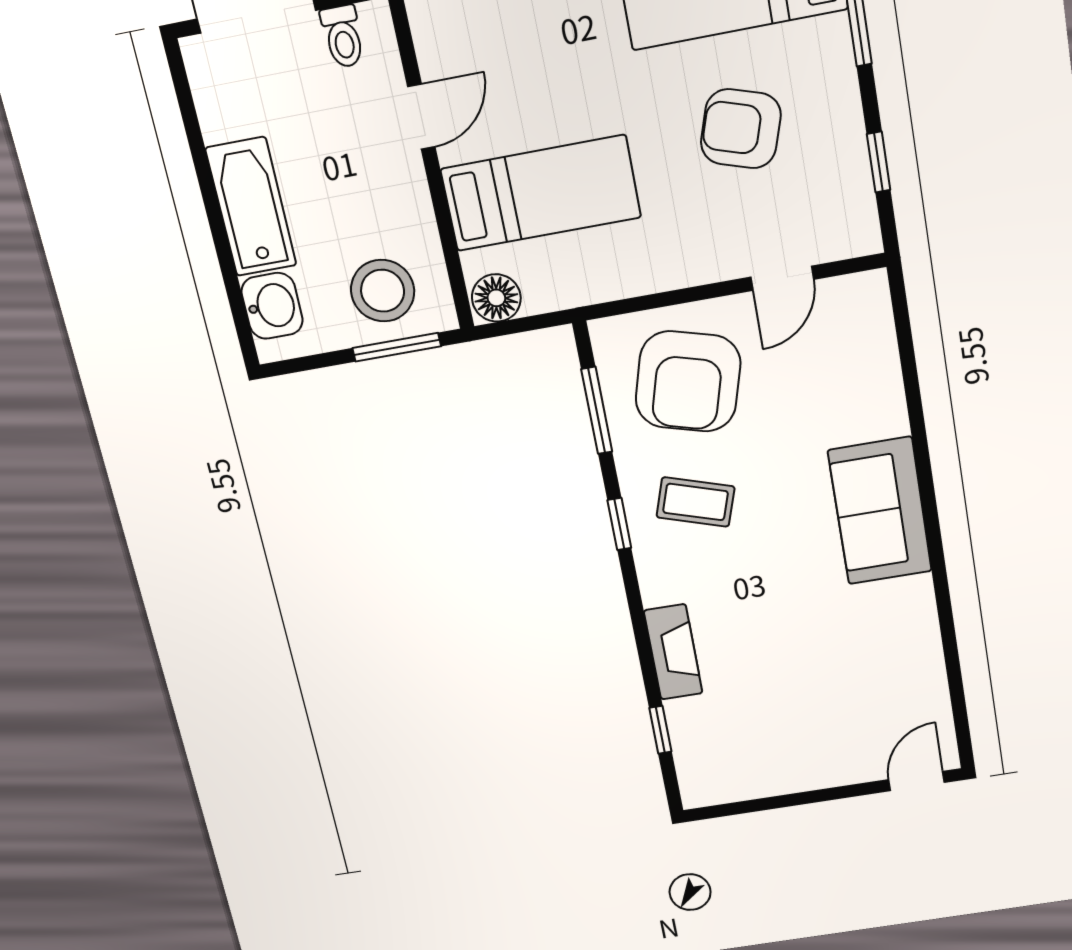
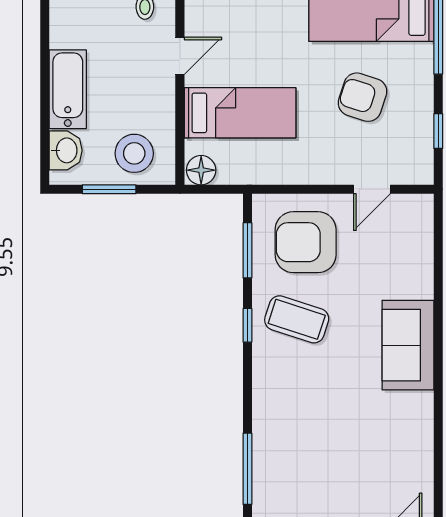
window: (397, 347) -> (109, 189), moved
armchair: (688, 382) -> (306, 242), turned 74
coffee table: (695, 502) -> (297, 319), width x1.36, depth x1.30
fireplace: (673, 652) -> (265, 416), removed
window: (660, 730) -> (247, 469), width x2.17

